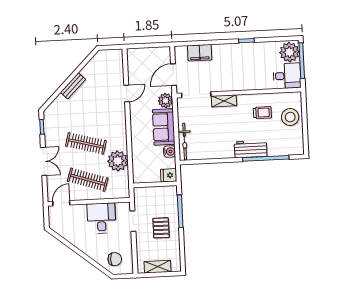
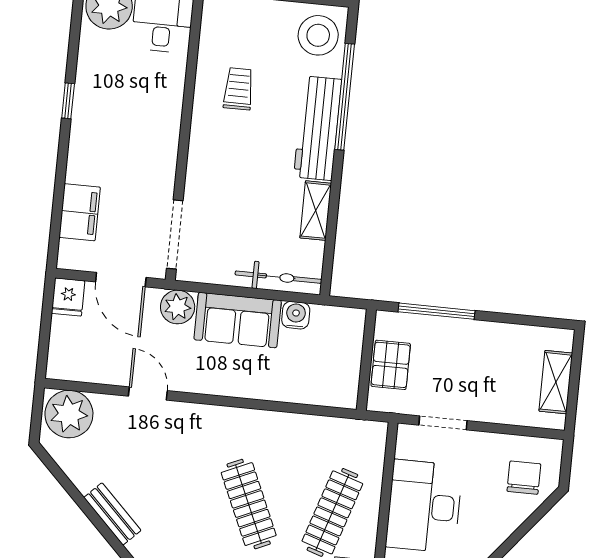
shelving: (224, 101) -> (316, 211), moved
stool: (290, 117) -> (318, 35), moved
clothes rail: (86, 143) -> (249, 504), turned -39
workbench: (251, 149) -> (318, 128), width x1.38
plant: (118, 161) -> (69, 414), moved
fridge: (169, 175) -> (68, 297), moved
desk: (101, 218) -> (424, 506), width x1.37
pallet: (161, 228) -> (391, 365), moved, turned 90

